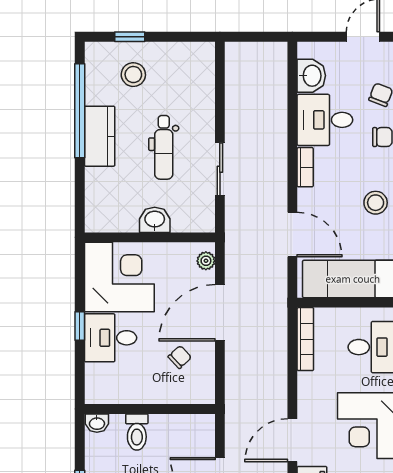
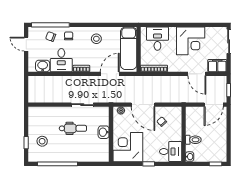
kitchen counter: (100, 136) -> (68, 155), removed
desk: (111, 338) -> (171, 152), moved, turned -90

